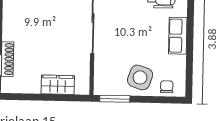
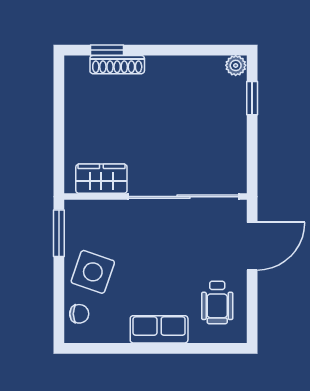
wardrobe: (58, 85) -> (101, 179), moved, turned -90

